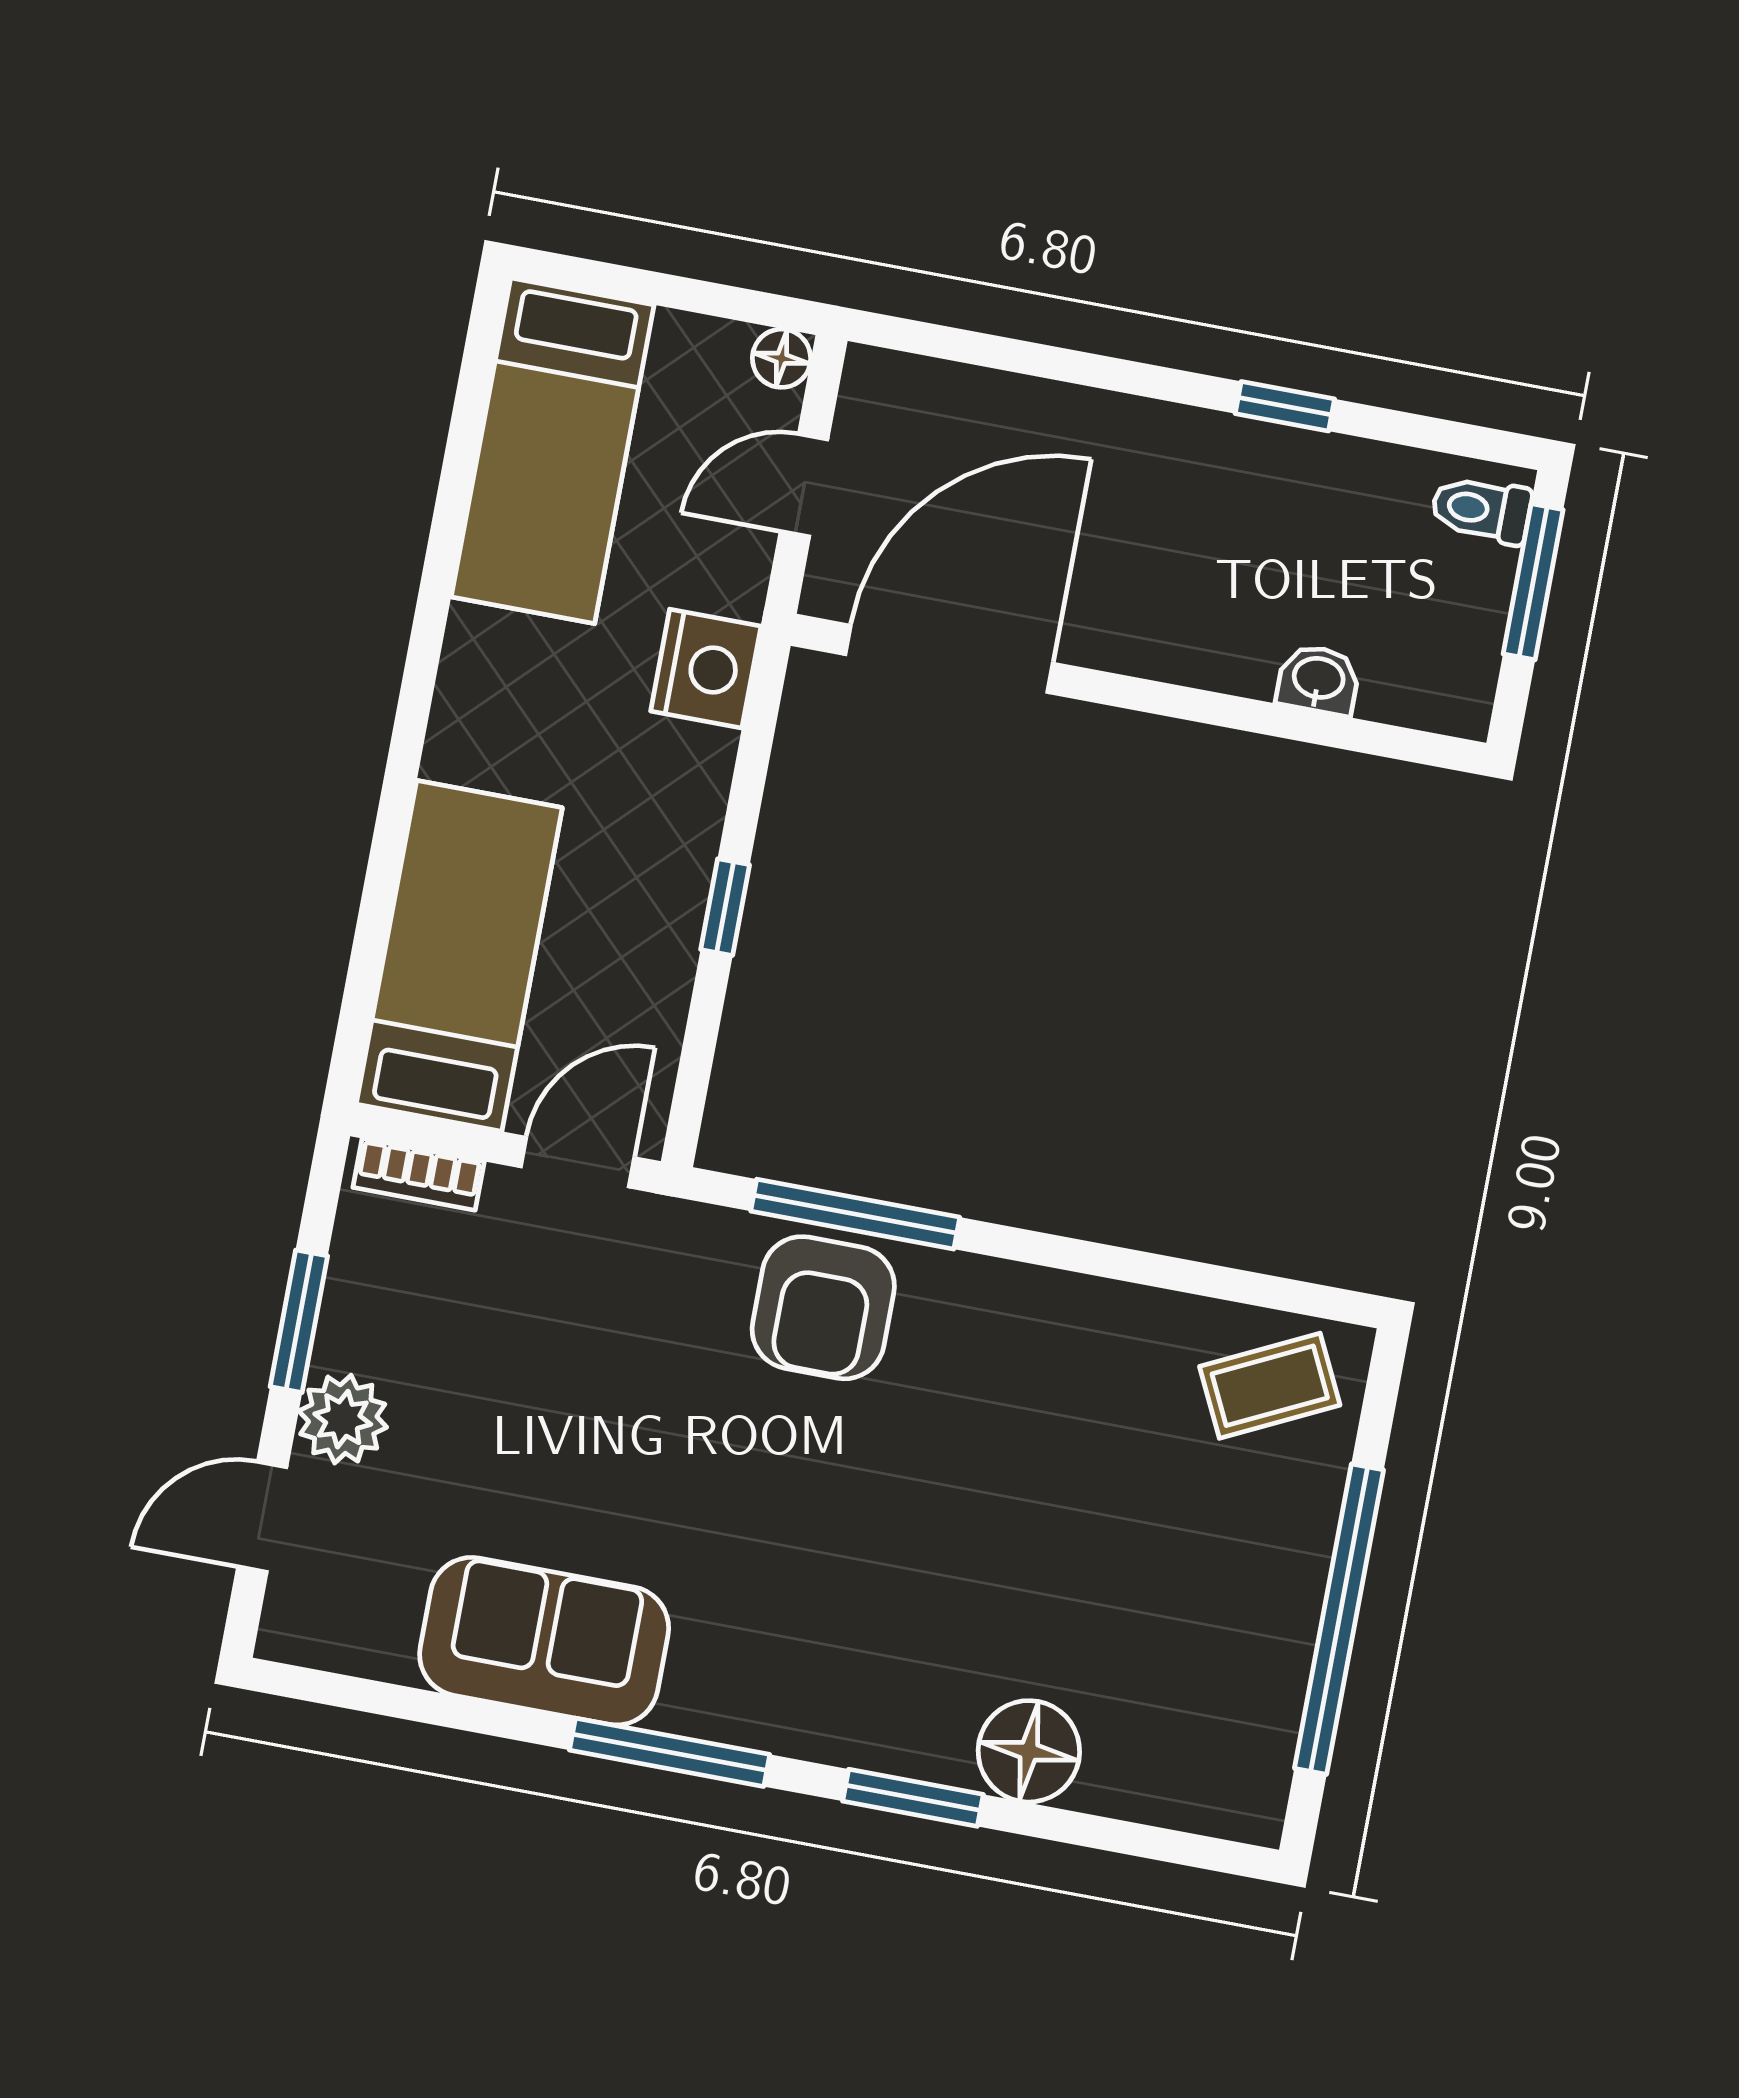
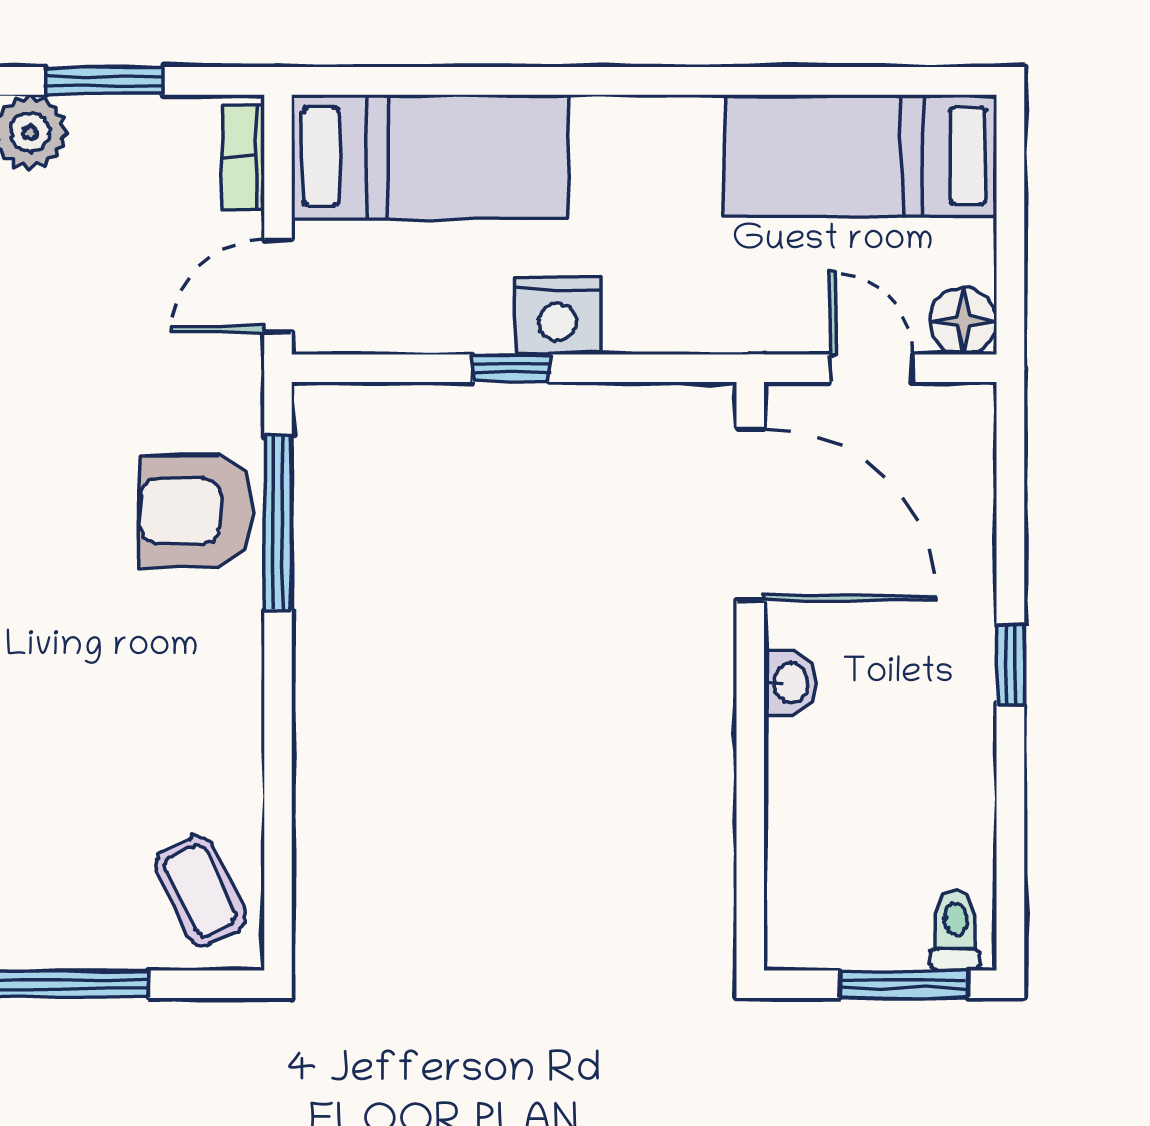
floor lamp: (781, 358) -> (963, 321), width x1.37, depth x1.37
window: (1285, 406) -> (1010, 665), moved
nightstand: (706, 669) -> (558, 316), moved
washbasin: (1318, 680) -> (790, 683), moved
door: (577, 1162) -> (278, 286), swing flipped

